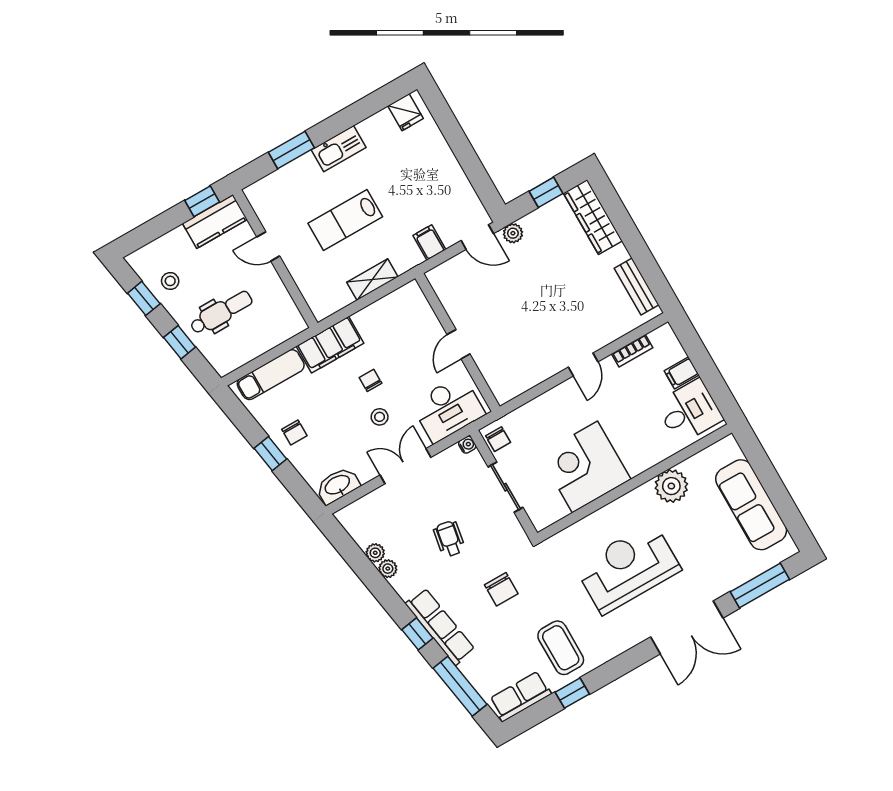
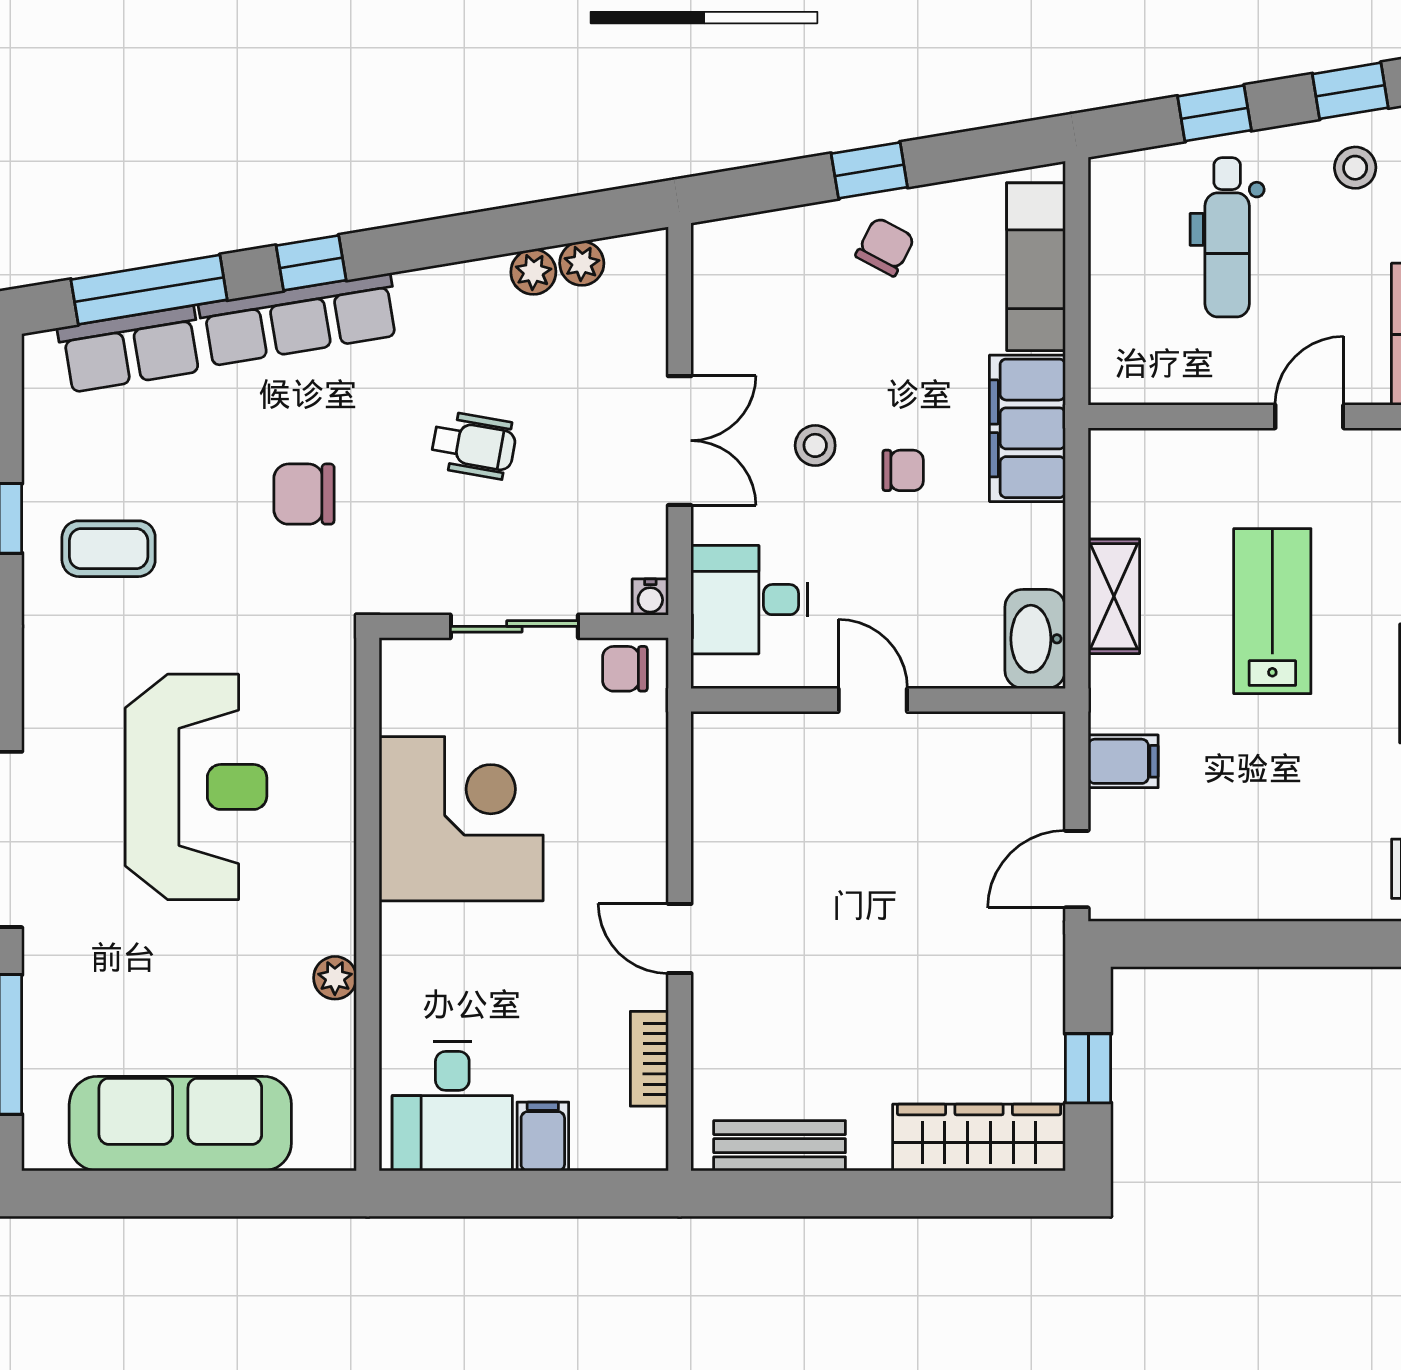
plant: (513, 233) -> (1042, 949), removed
desk: (448, 409) -> (749, 600), width x0.73
chair: (294, 432) -> (885, 247), turned 118
washbasin: (338, 485) -> (1035, 639), moved, turned 180
plant: (671, 486) -> (335, 978), width x0.53, depth x0.53
plant: (388, 569) -> (582, 263), moved
coffee table: (561, 648) -> (109, 549), width x0.73, depth x0.77
row of seats: (520, 696) -> (131, 349), moved, turned 81

